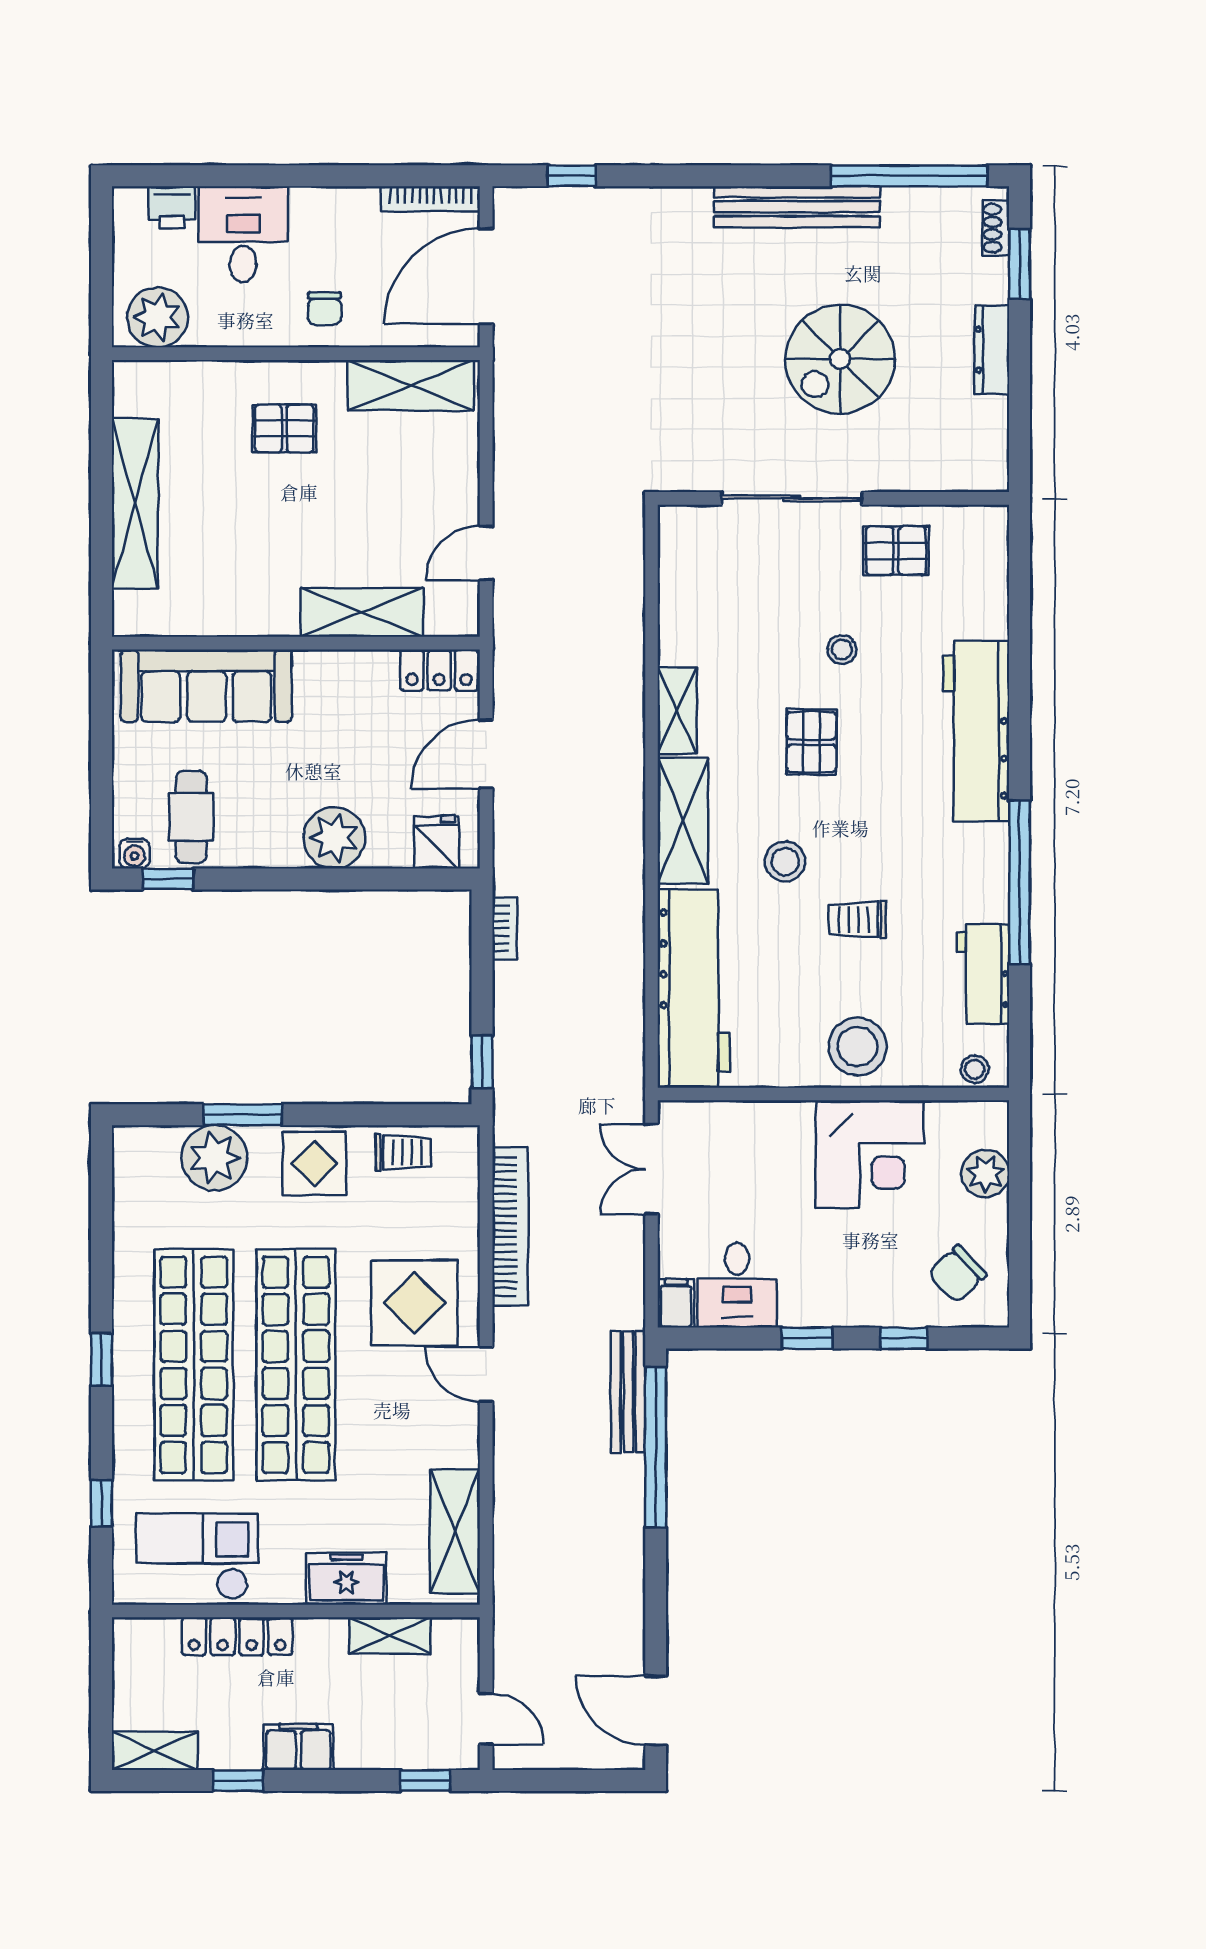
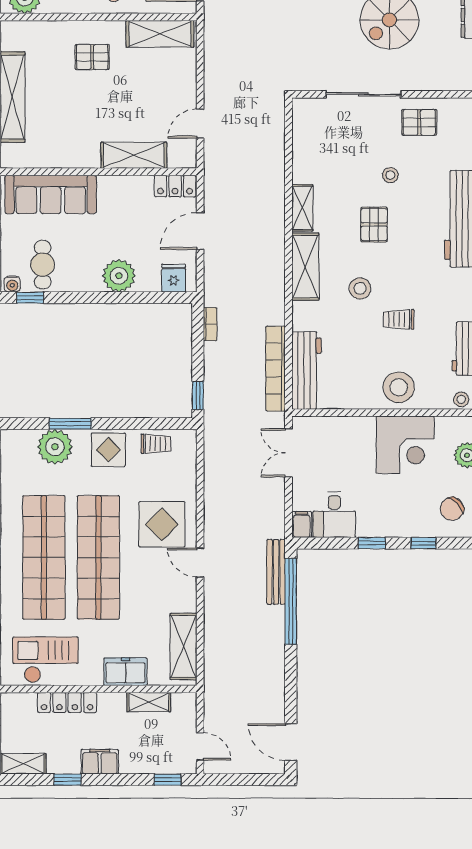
workbench: (694, 989) -> (306, 370), width x0.73, depth x0.76
bookcase: (510, 1226) -> (276, 369), moved, turned 180

